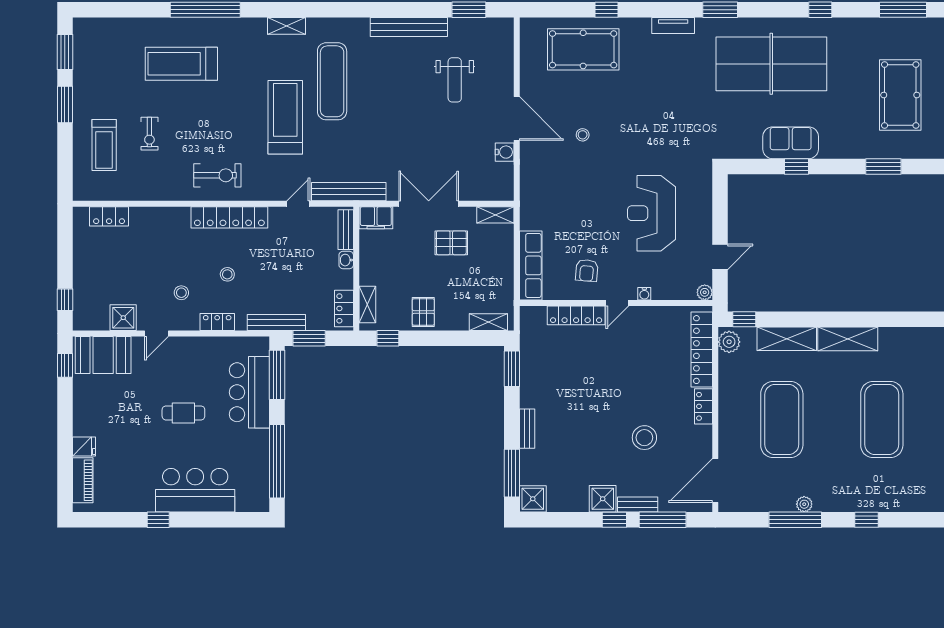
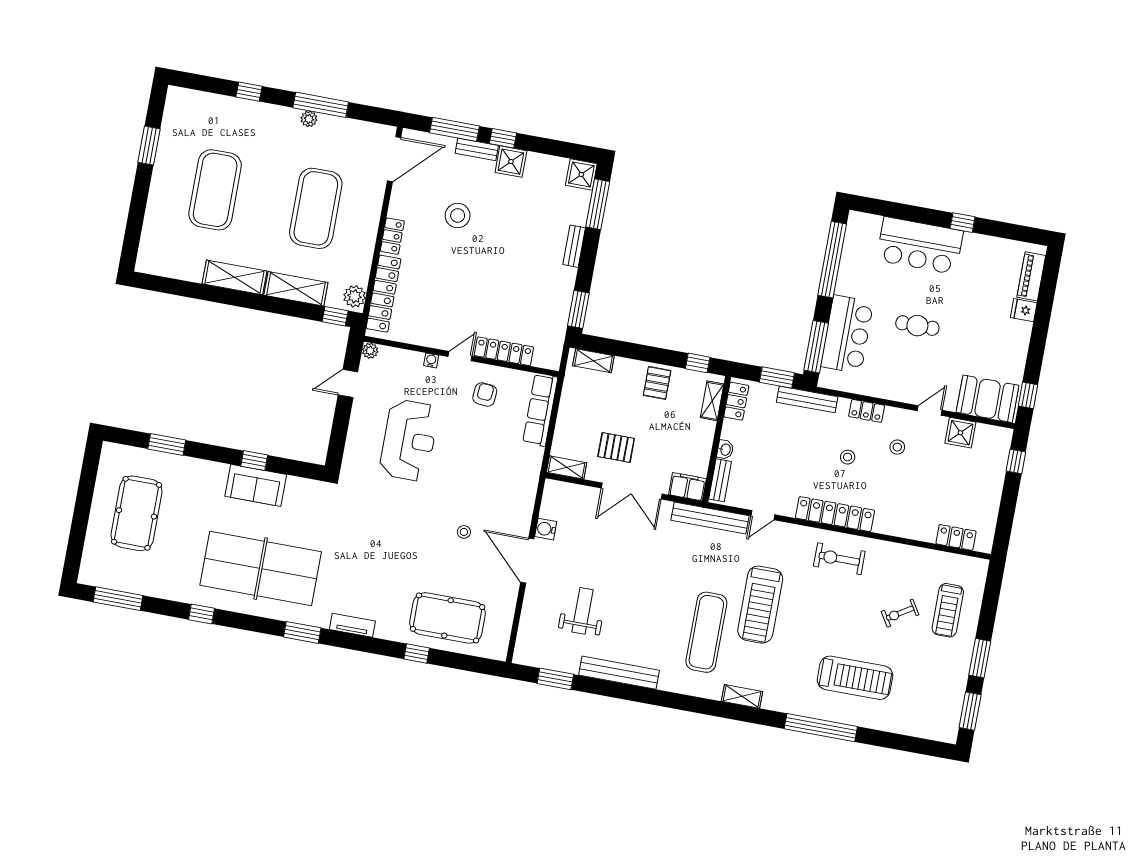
exercise bike: (149, 134) -> (900, 613), turned -122
treadmill: (104, 145) -> (948, 610), turned 180

